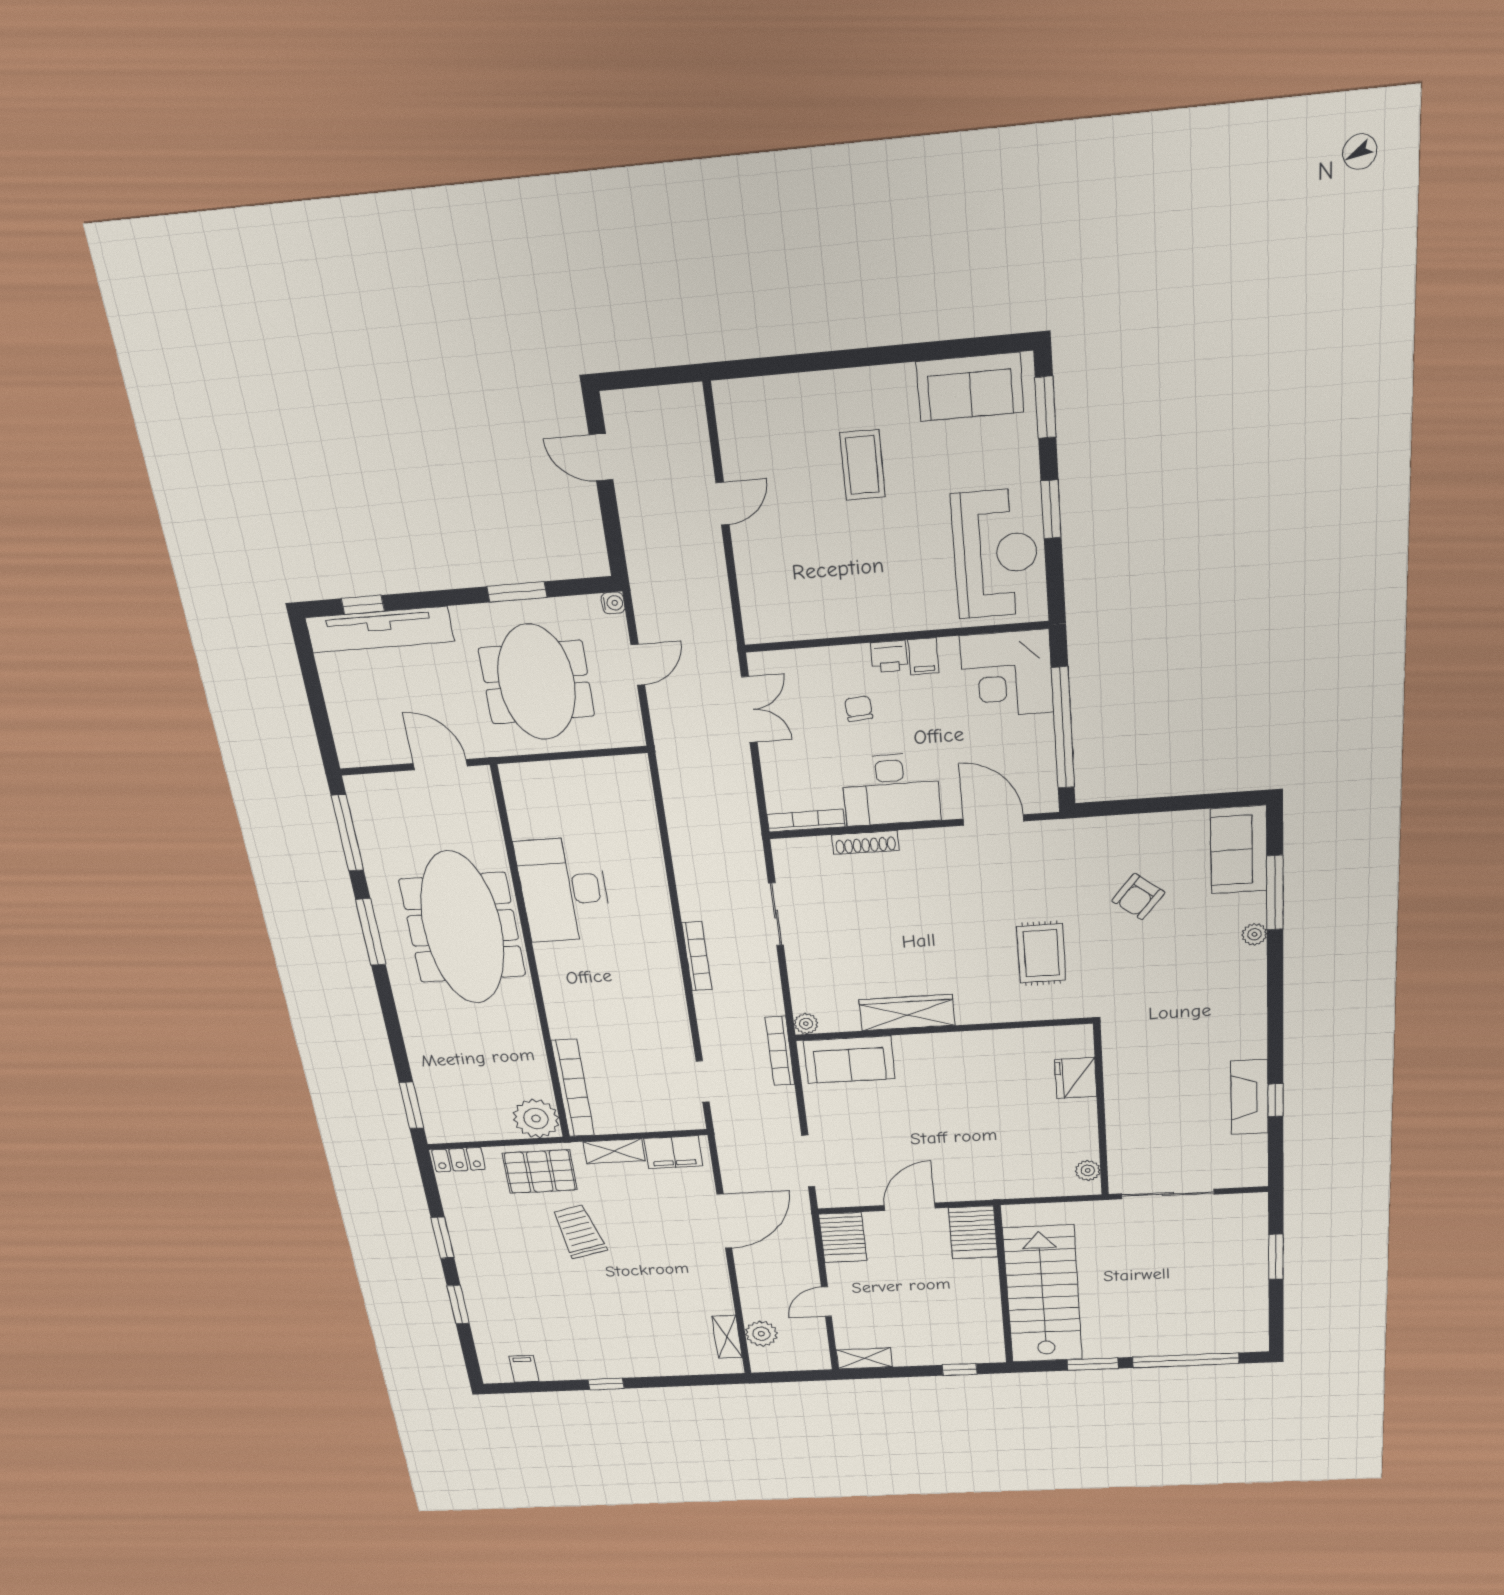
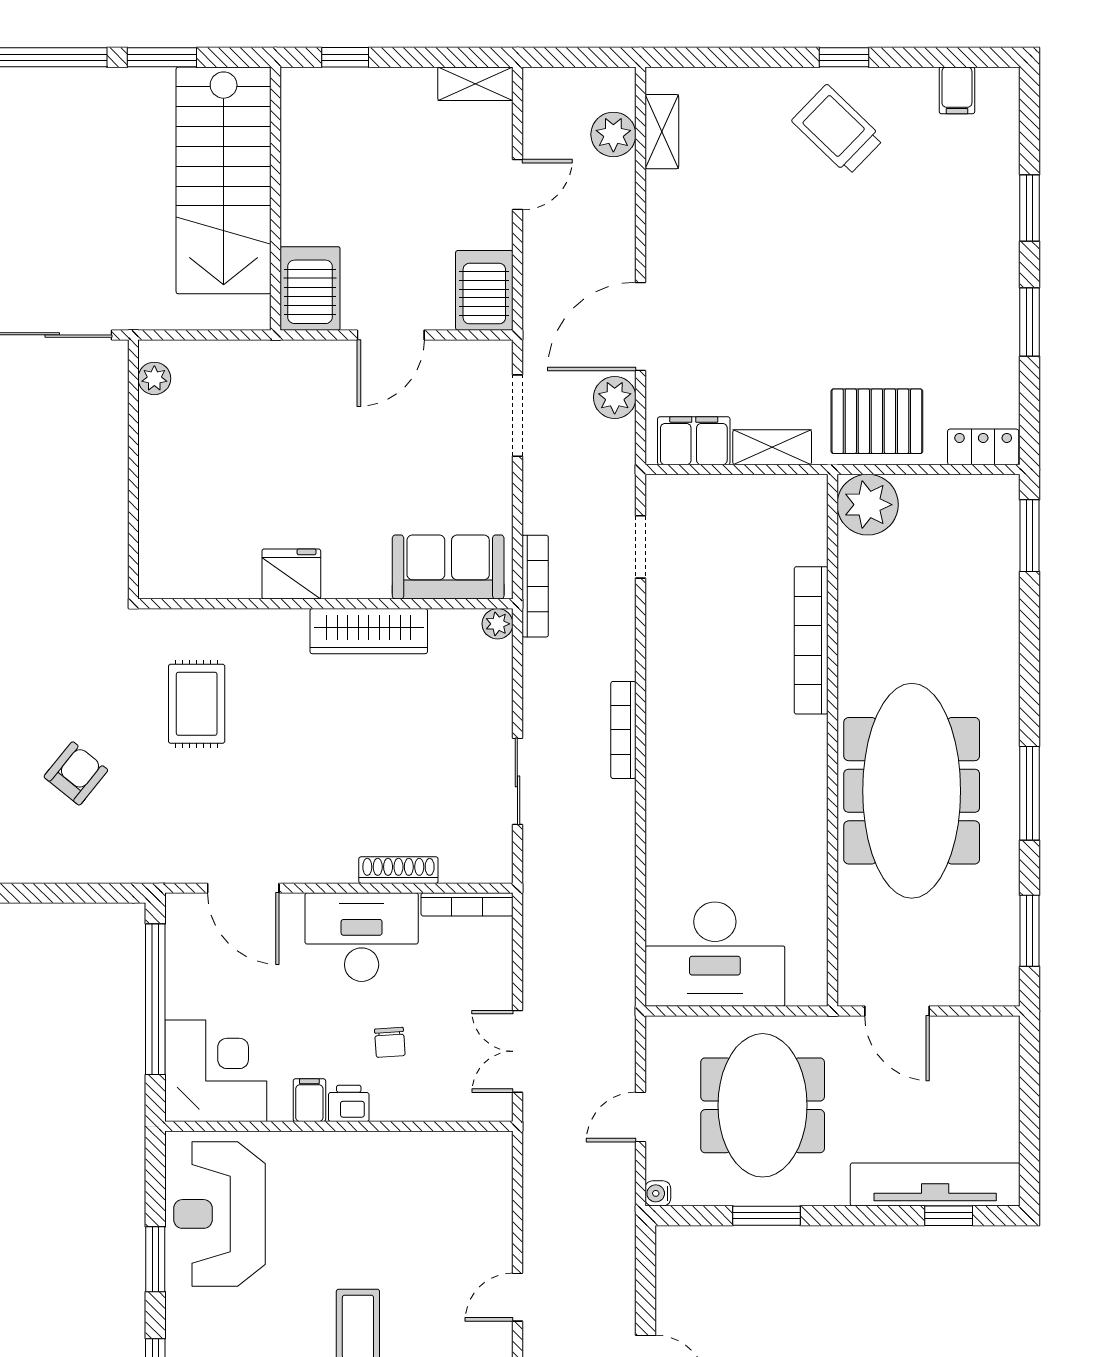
window: (347, 833) -> (1030, 931), width x0.69
desk: (564, 890) -> (715, 954), moved, turned 90
fridge: (1076, 1078) -> (291, 574), moved, turned -90
bookcase: (573, 1088) -> (811, 640), moved
plant: (737, 1176) -> (615, 397), added
trolley: (579, 1232) -> (838, 130), moved, turned 147

